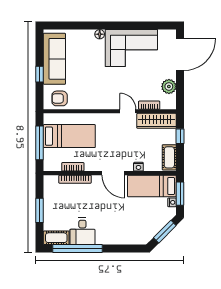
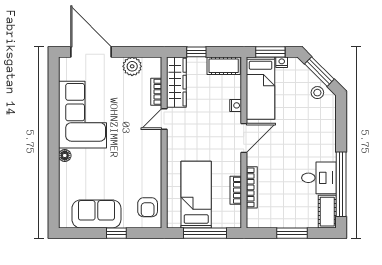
sofa: (54, 59) -> (96, 214), width x0.73
stool: (148, 230) -> (317, 93), added

